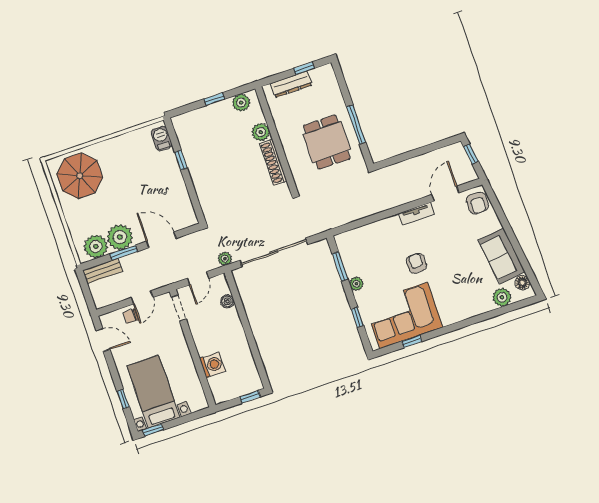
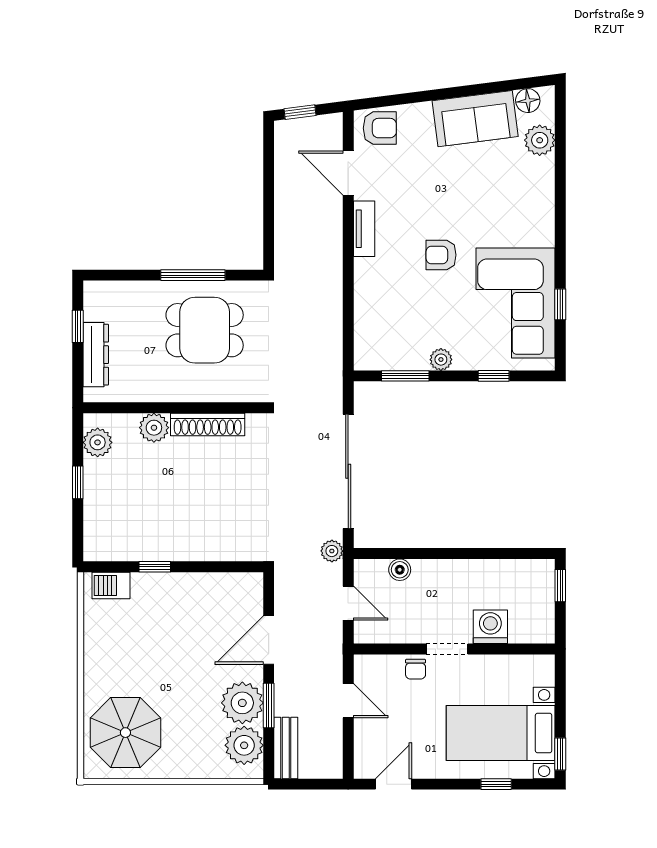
doorway: (179, 308) -> (447, 649), moved
chair: (131, 316) -> (416, 669), moved

